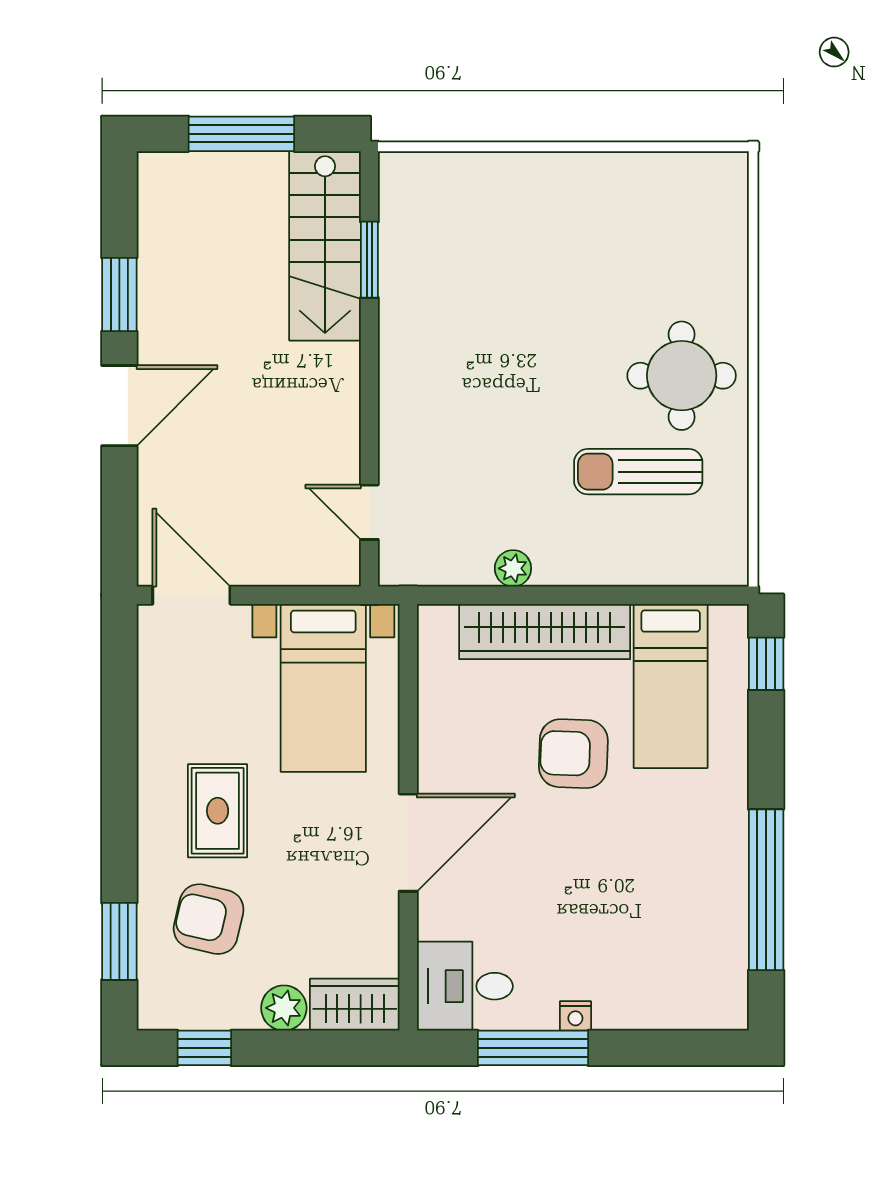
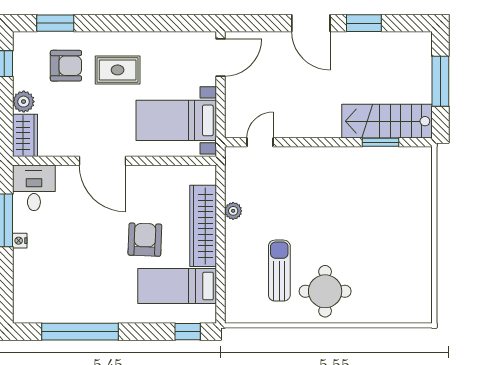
armchair: (209, 919) -> (66, 66), turned 77

